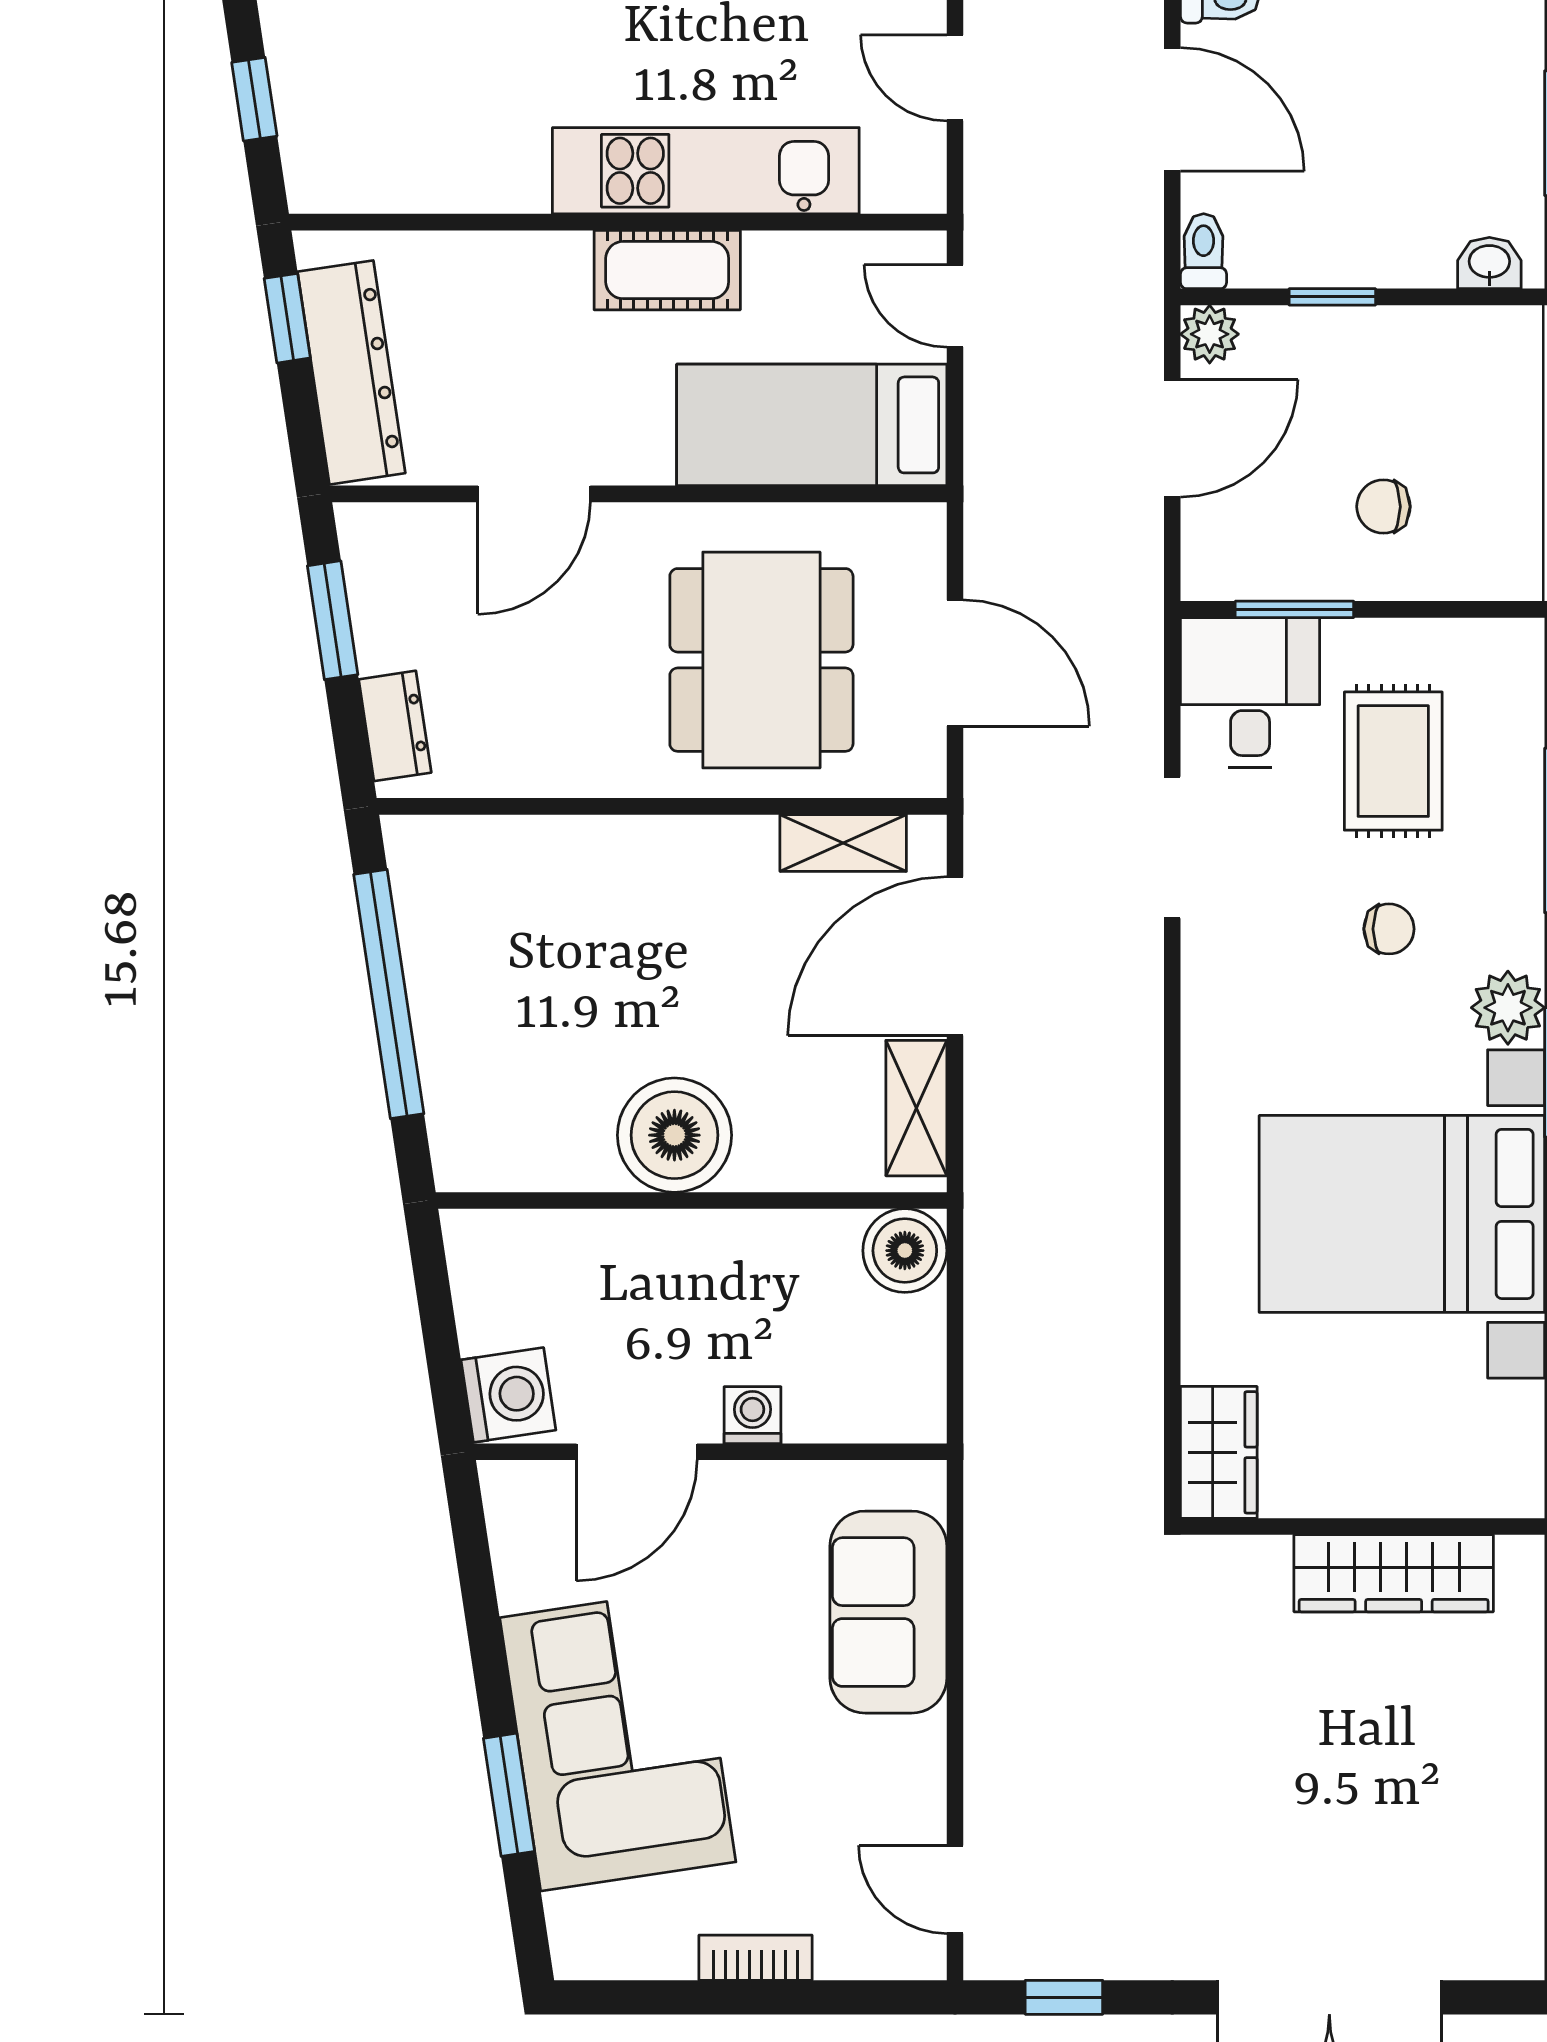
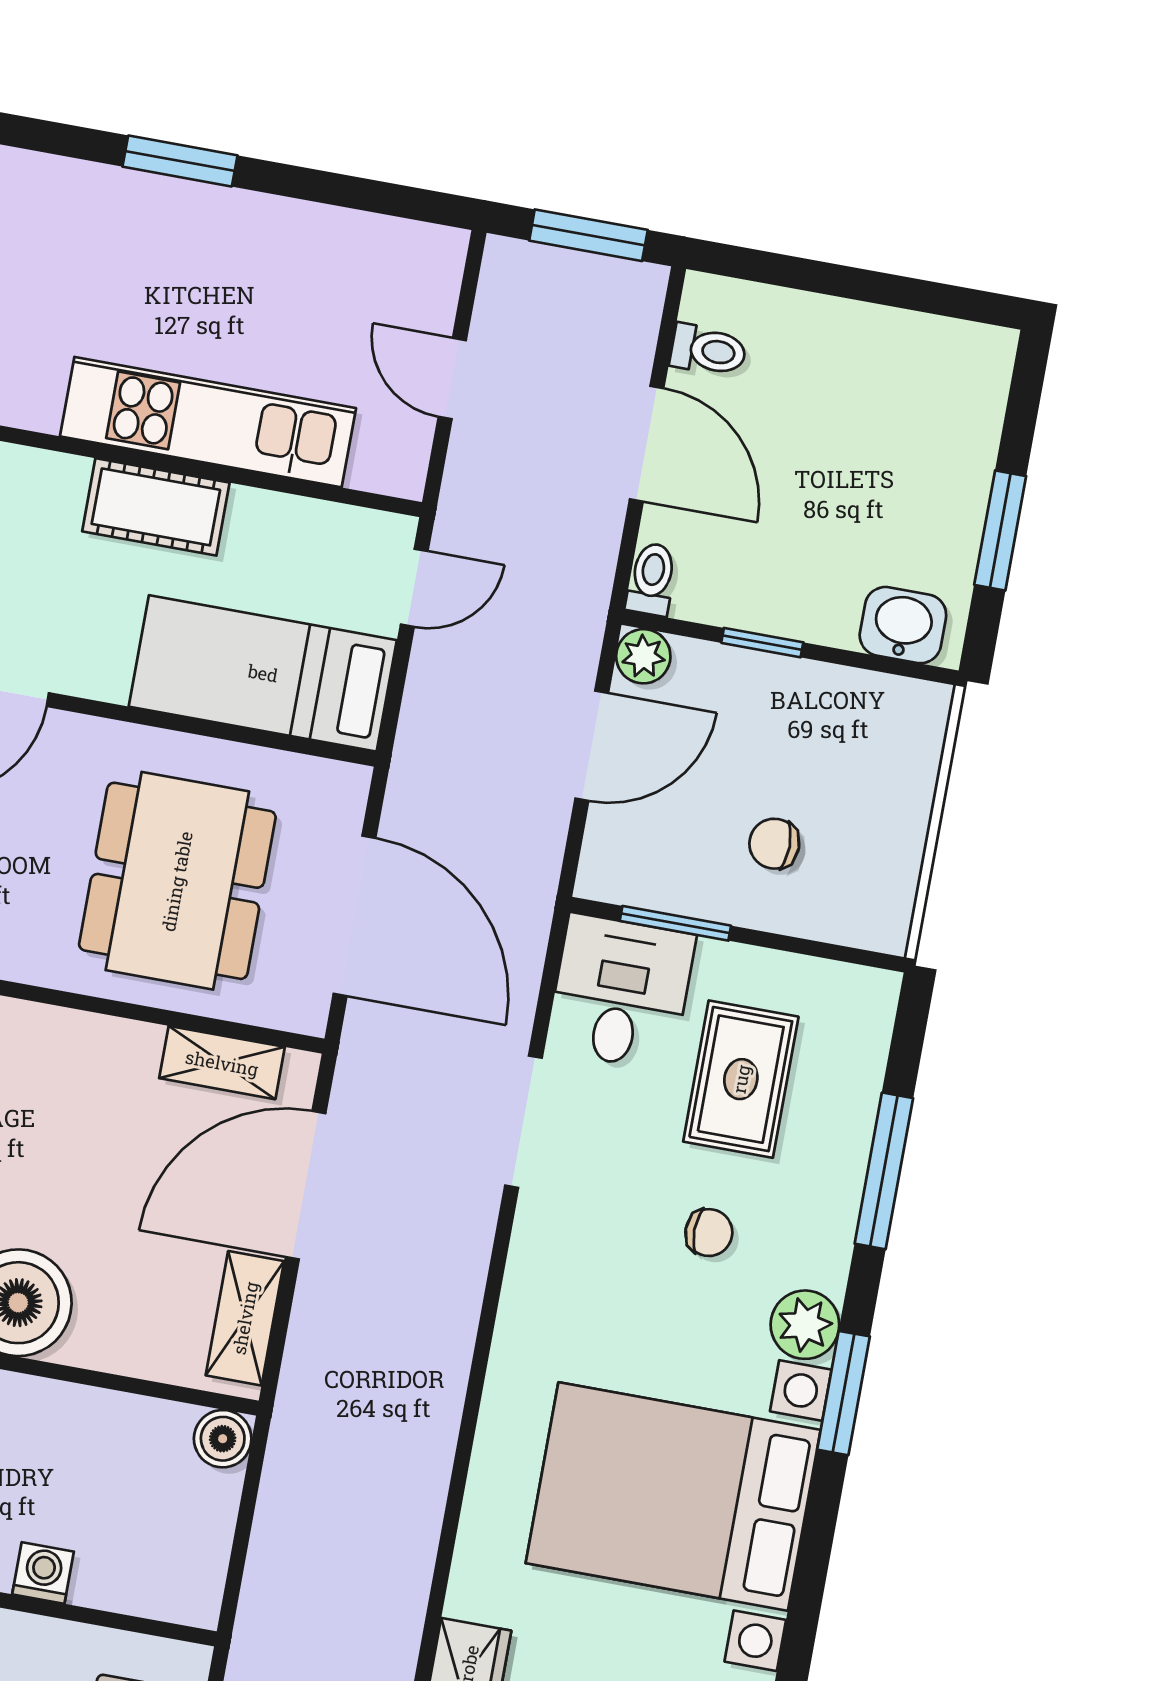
washbasin: (1489, 263) -> (903, 625), width x1.38, depth x1.45
door: (955, 306) -> (414, 588), swing flipped
door: (955, 663) -> (355, 916), width x1.36
boiler: (905, 1251) -> (223, 1439), width x0.73, depth x0.73

